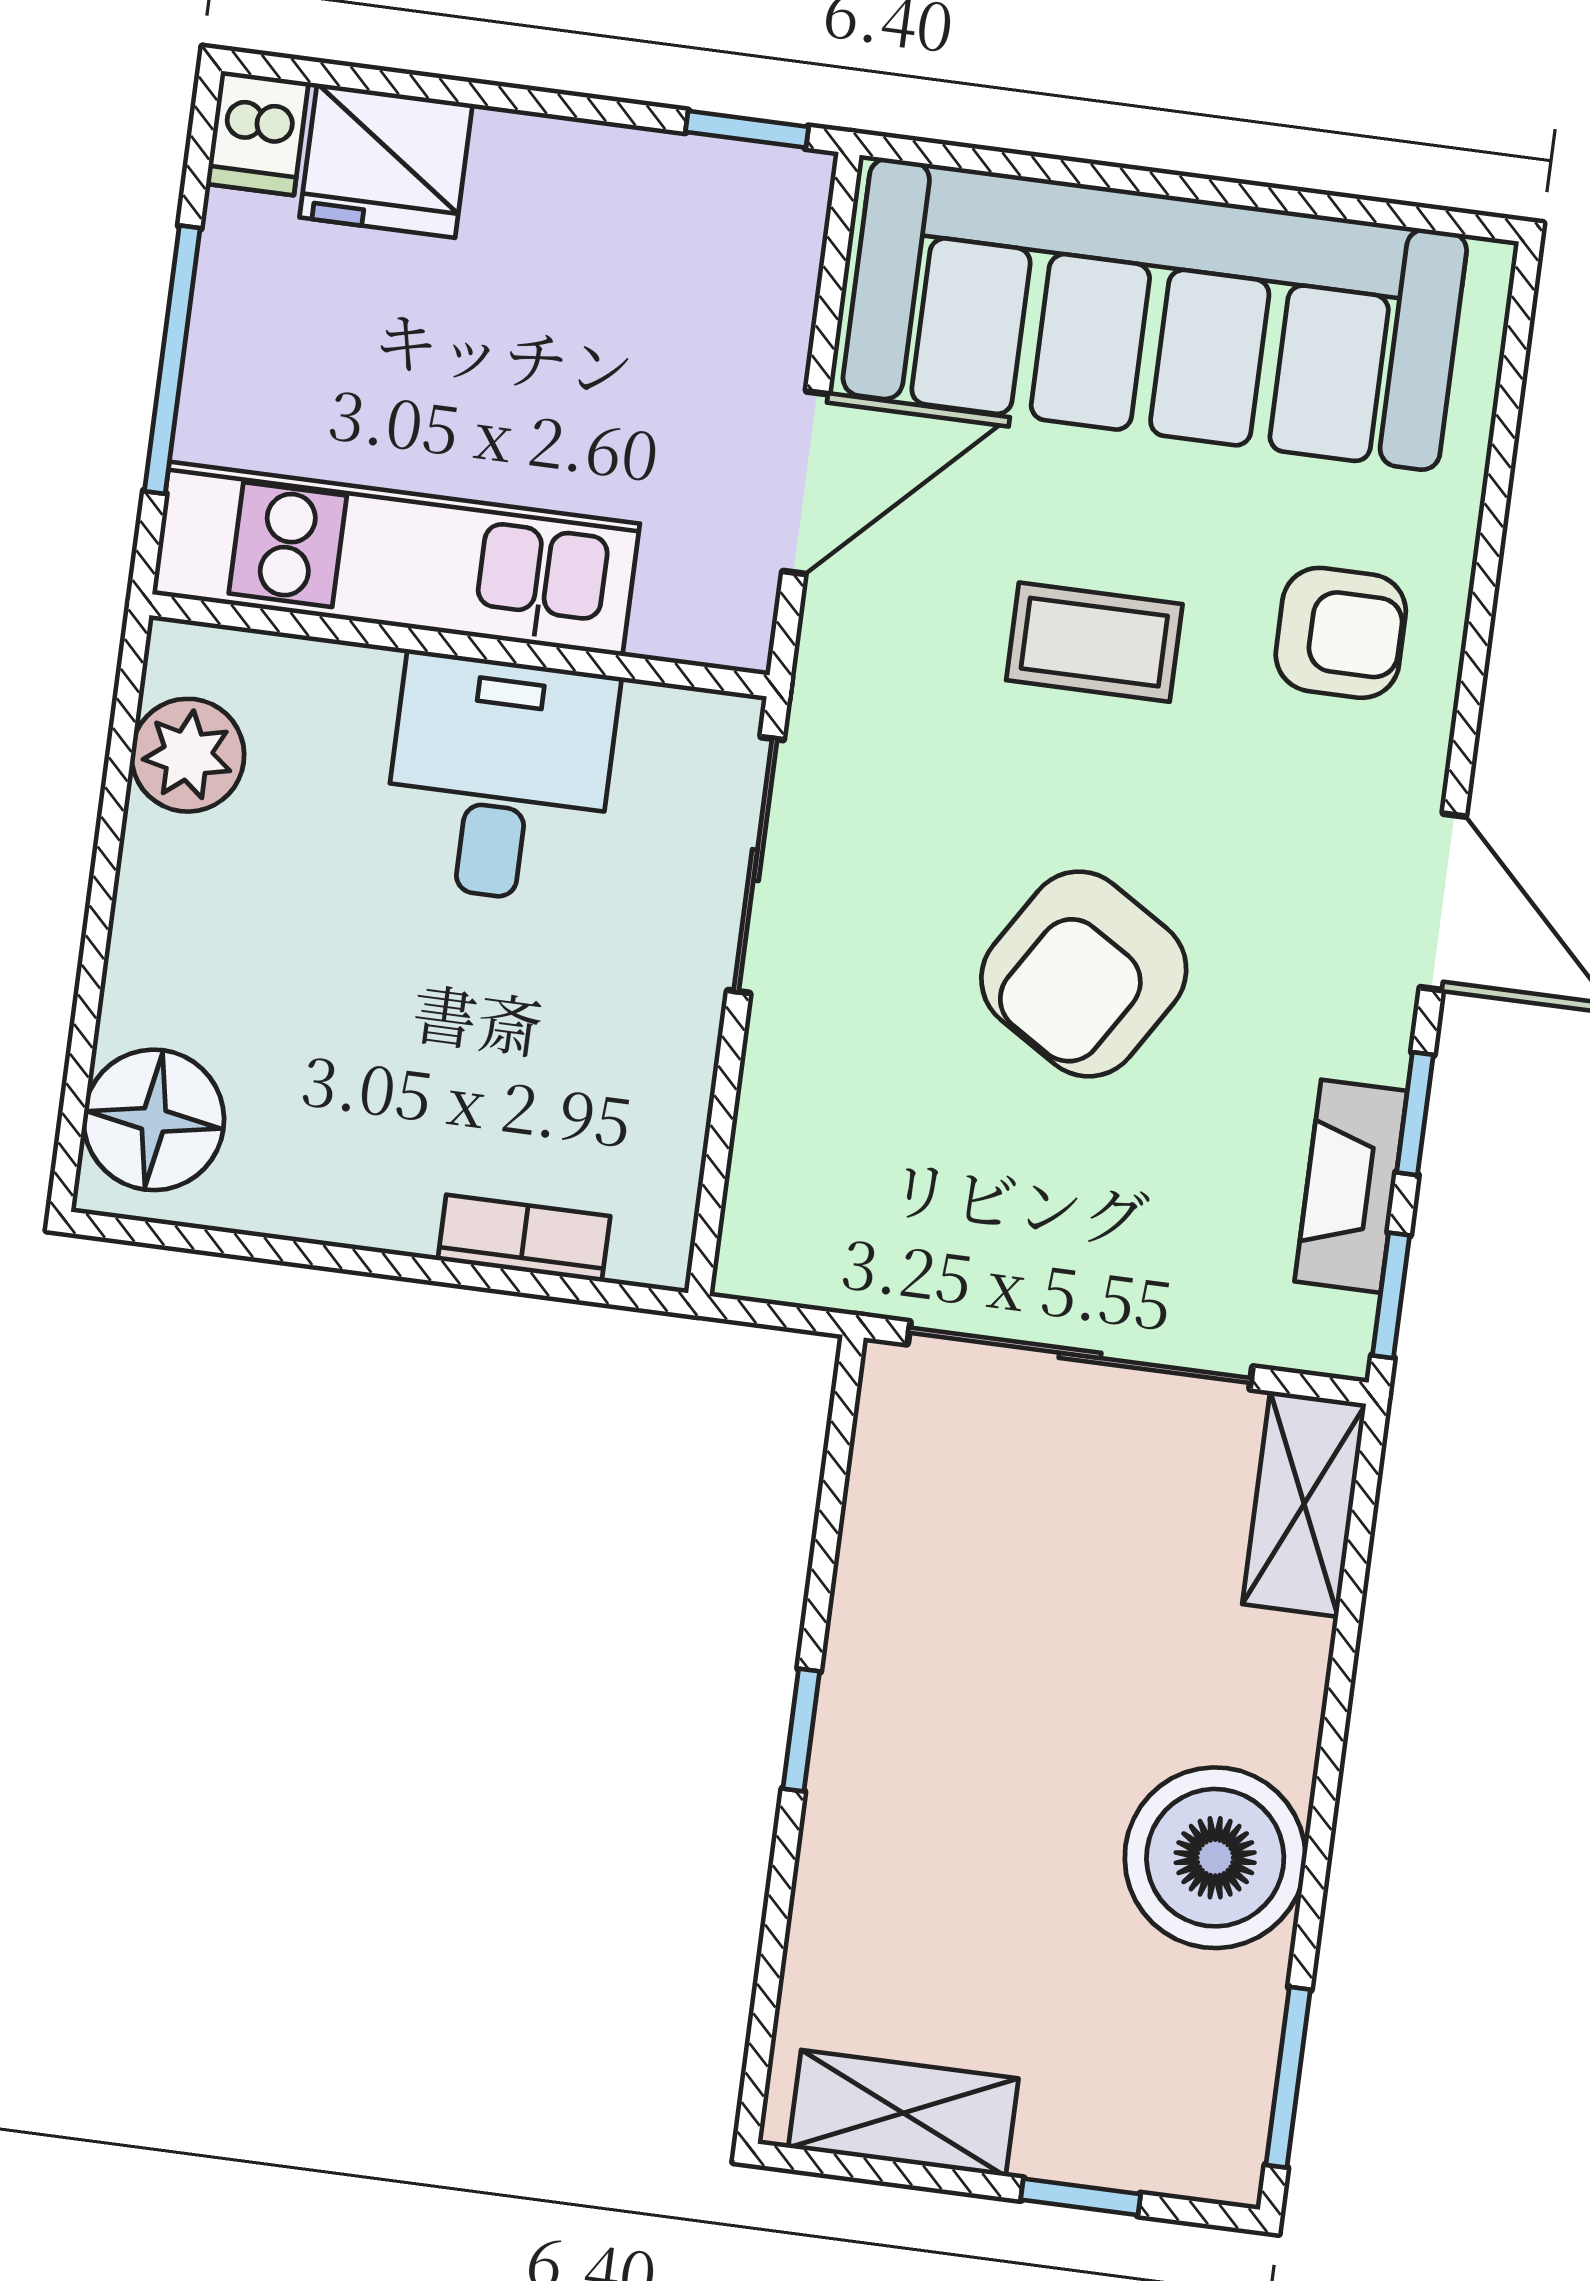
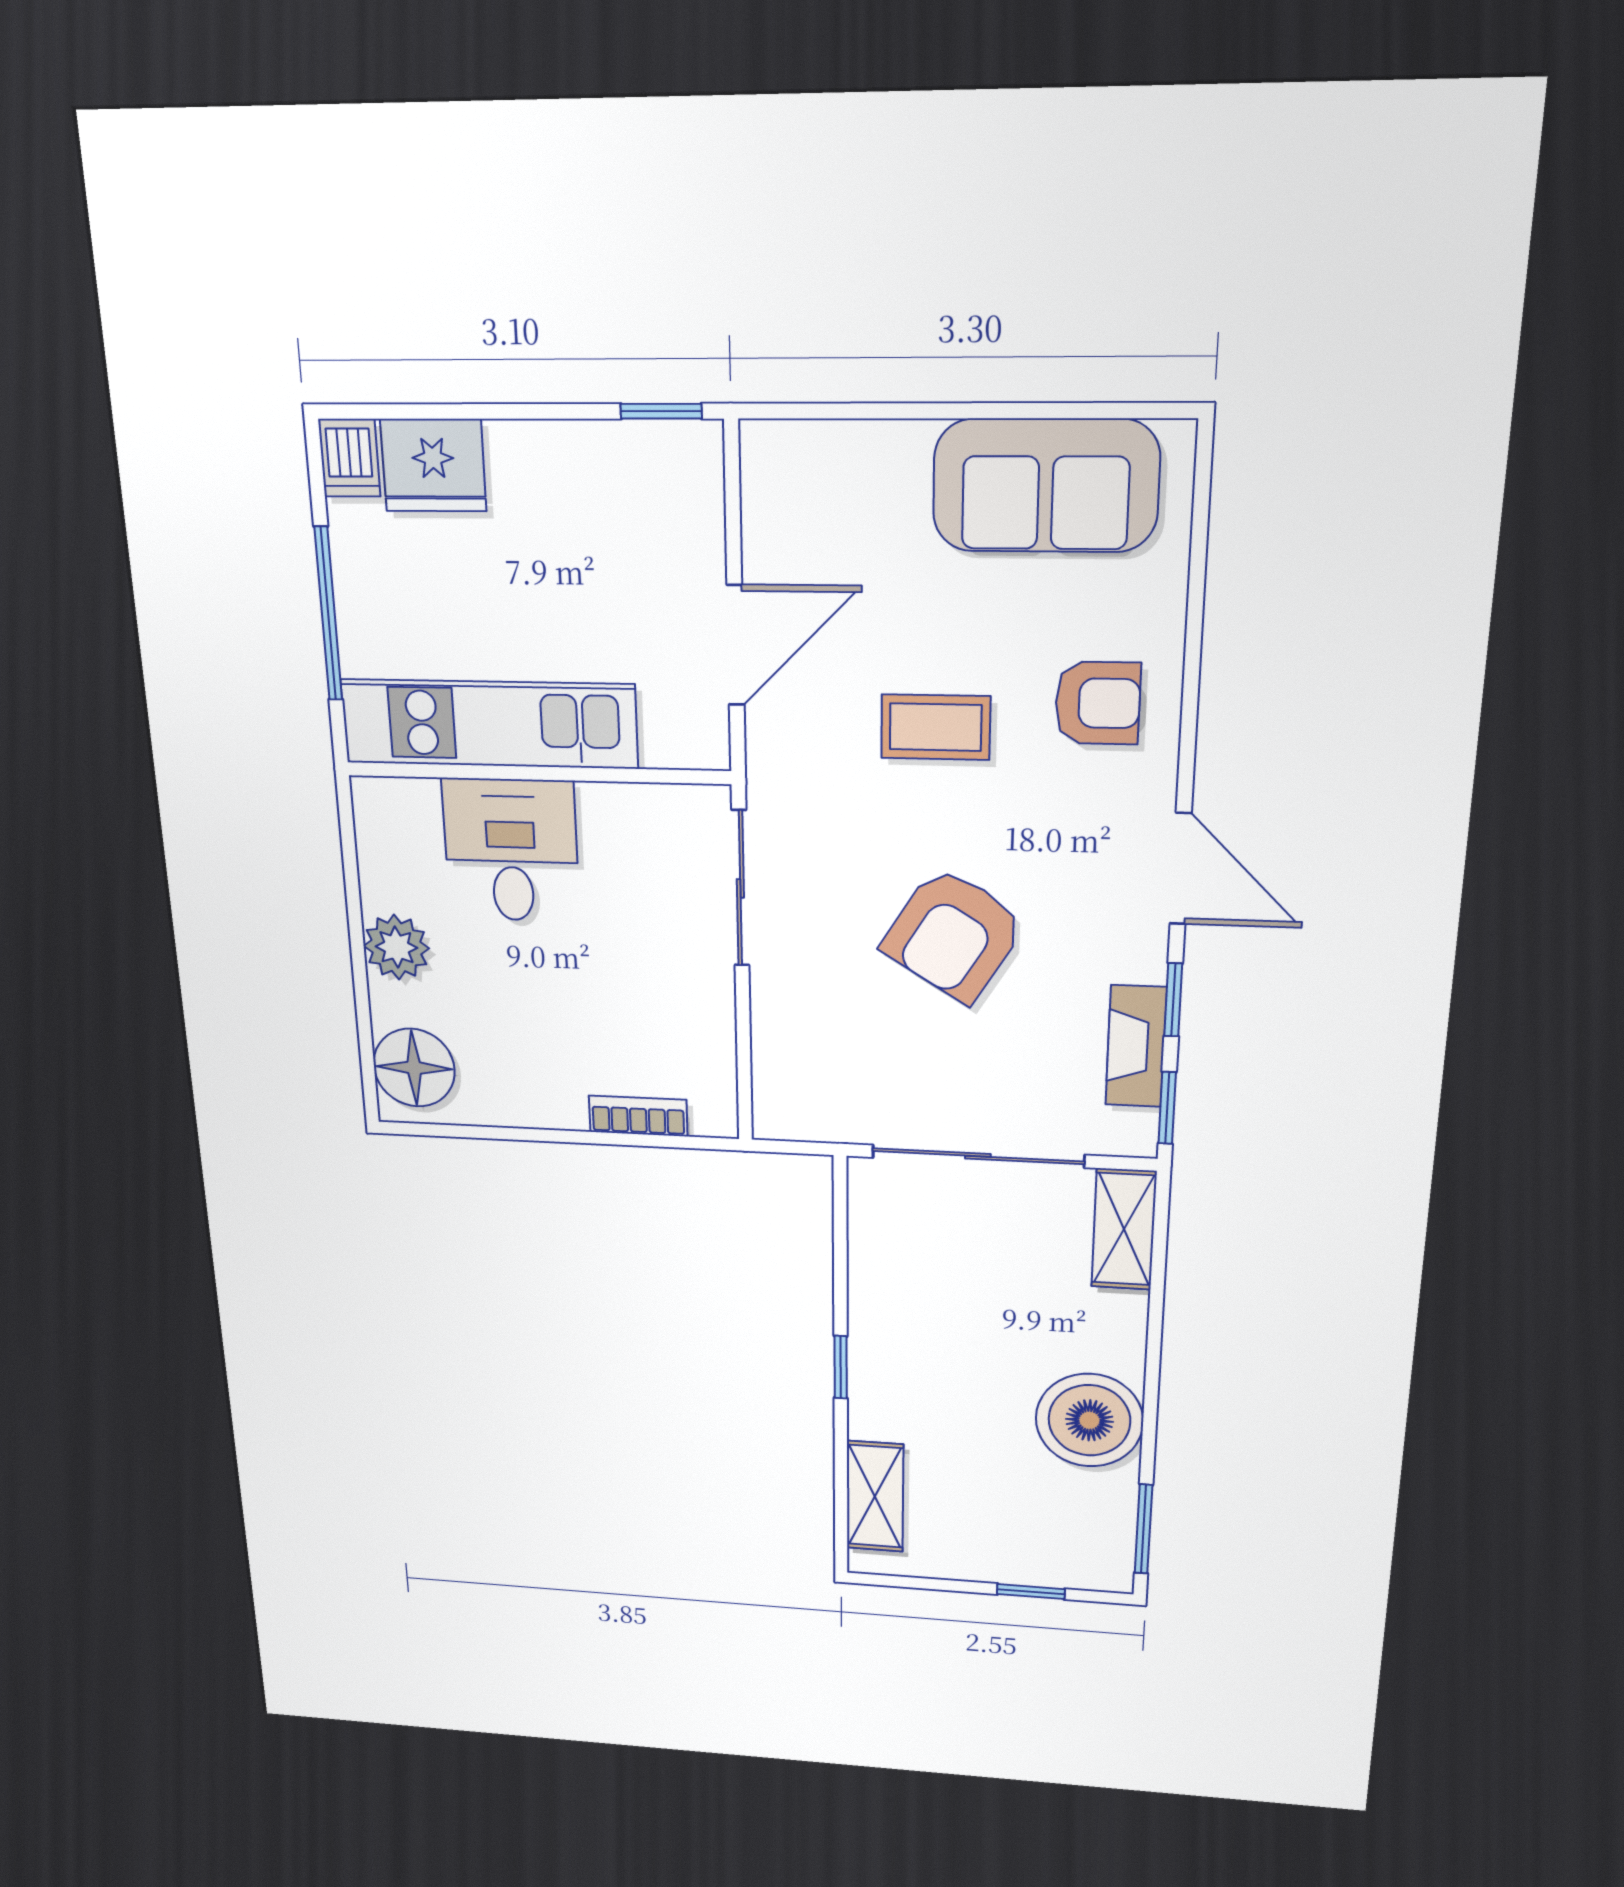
sofa: (1155, 314) -> (1046, 486), width x0.54, depth x0.79
plant: (188, 755) -> (396, 947), moved
desk: (499, 779) -> (511, 850), moved
shelving: (903, 2113) -> (875, 1496), moved, turned 90

